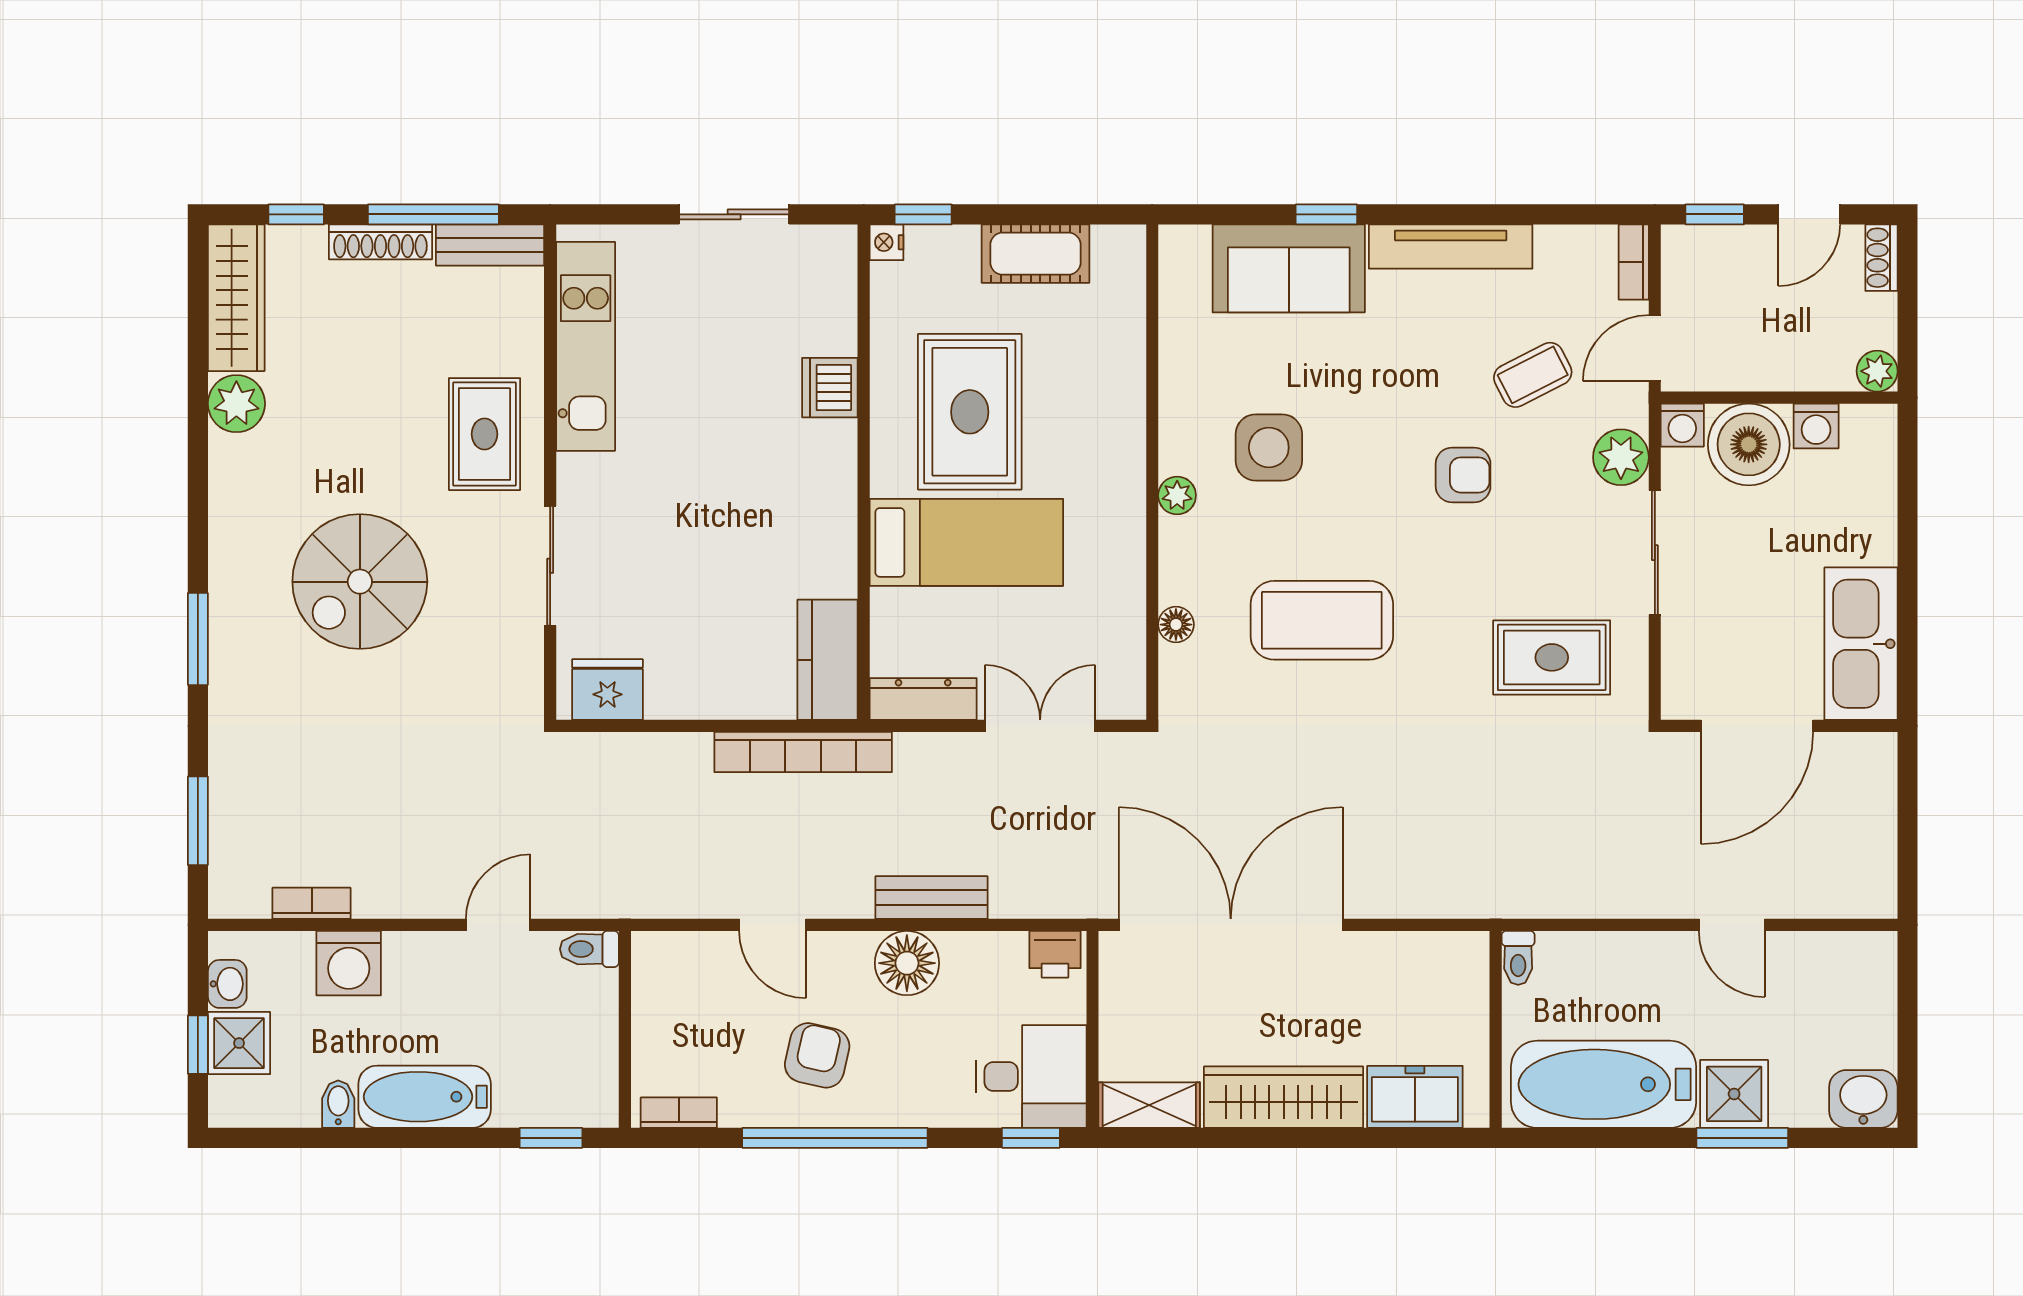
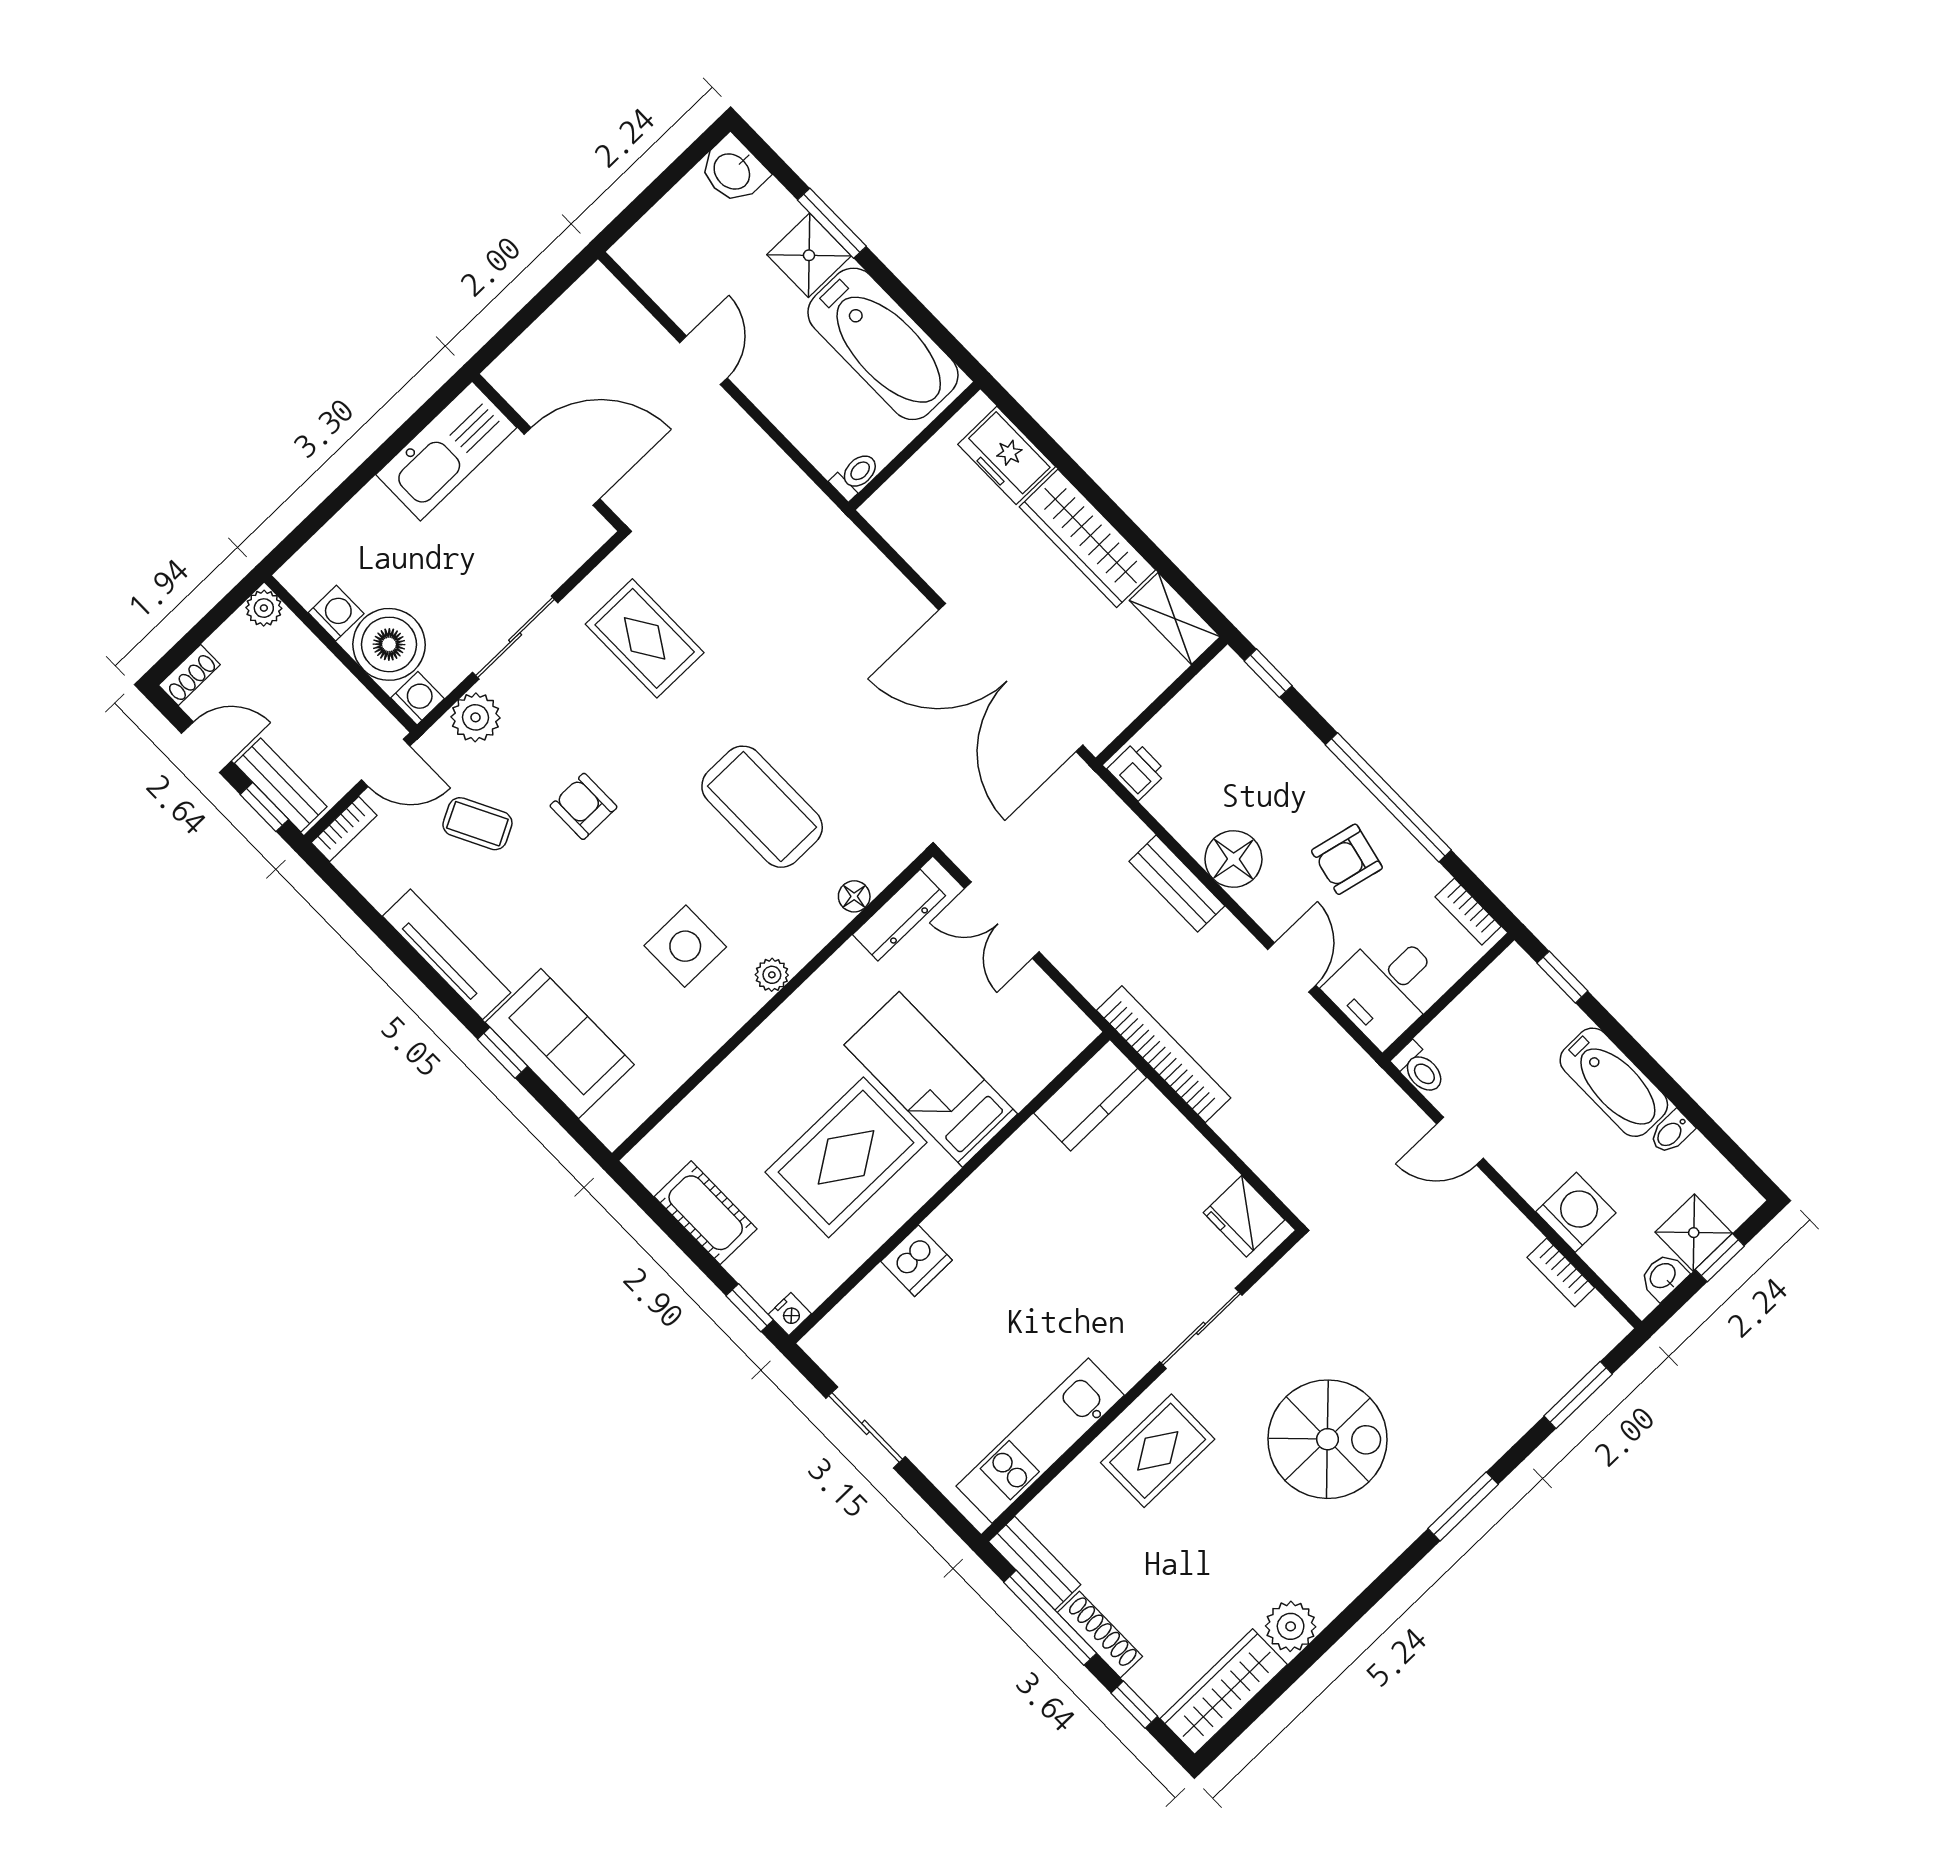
bench: (1720, 245) -> (281, 785), added
dresser: (923, 699) -> (899, 915), moved, turned -90
desk: (1031, 1077) -> (1386, 987), moved, turned -90

